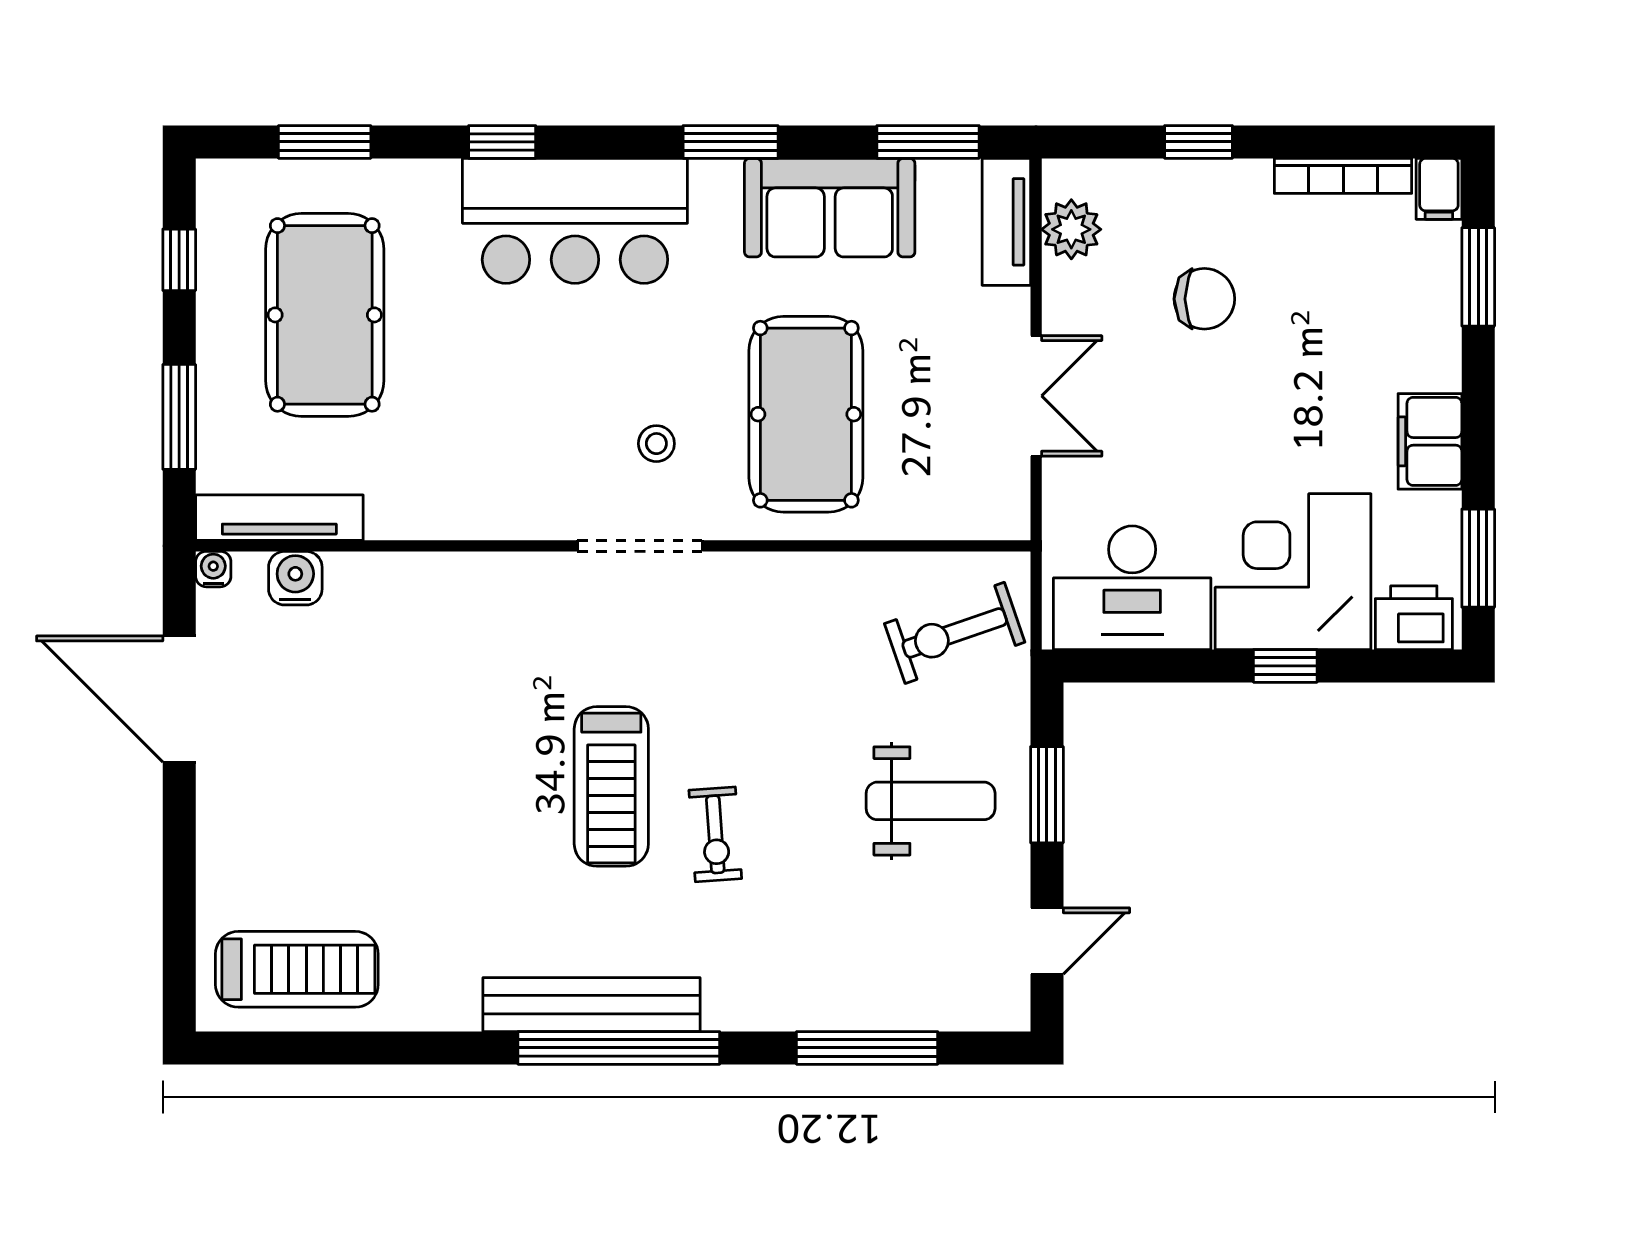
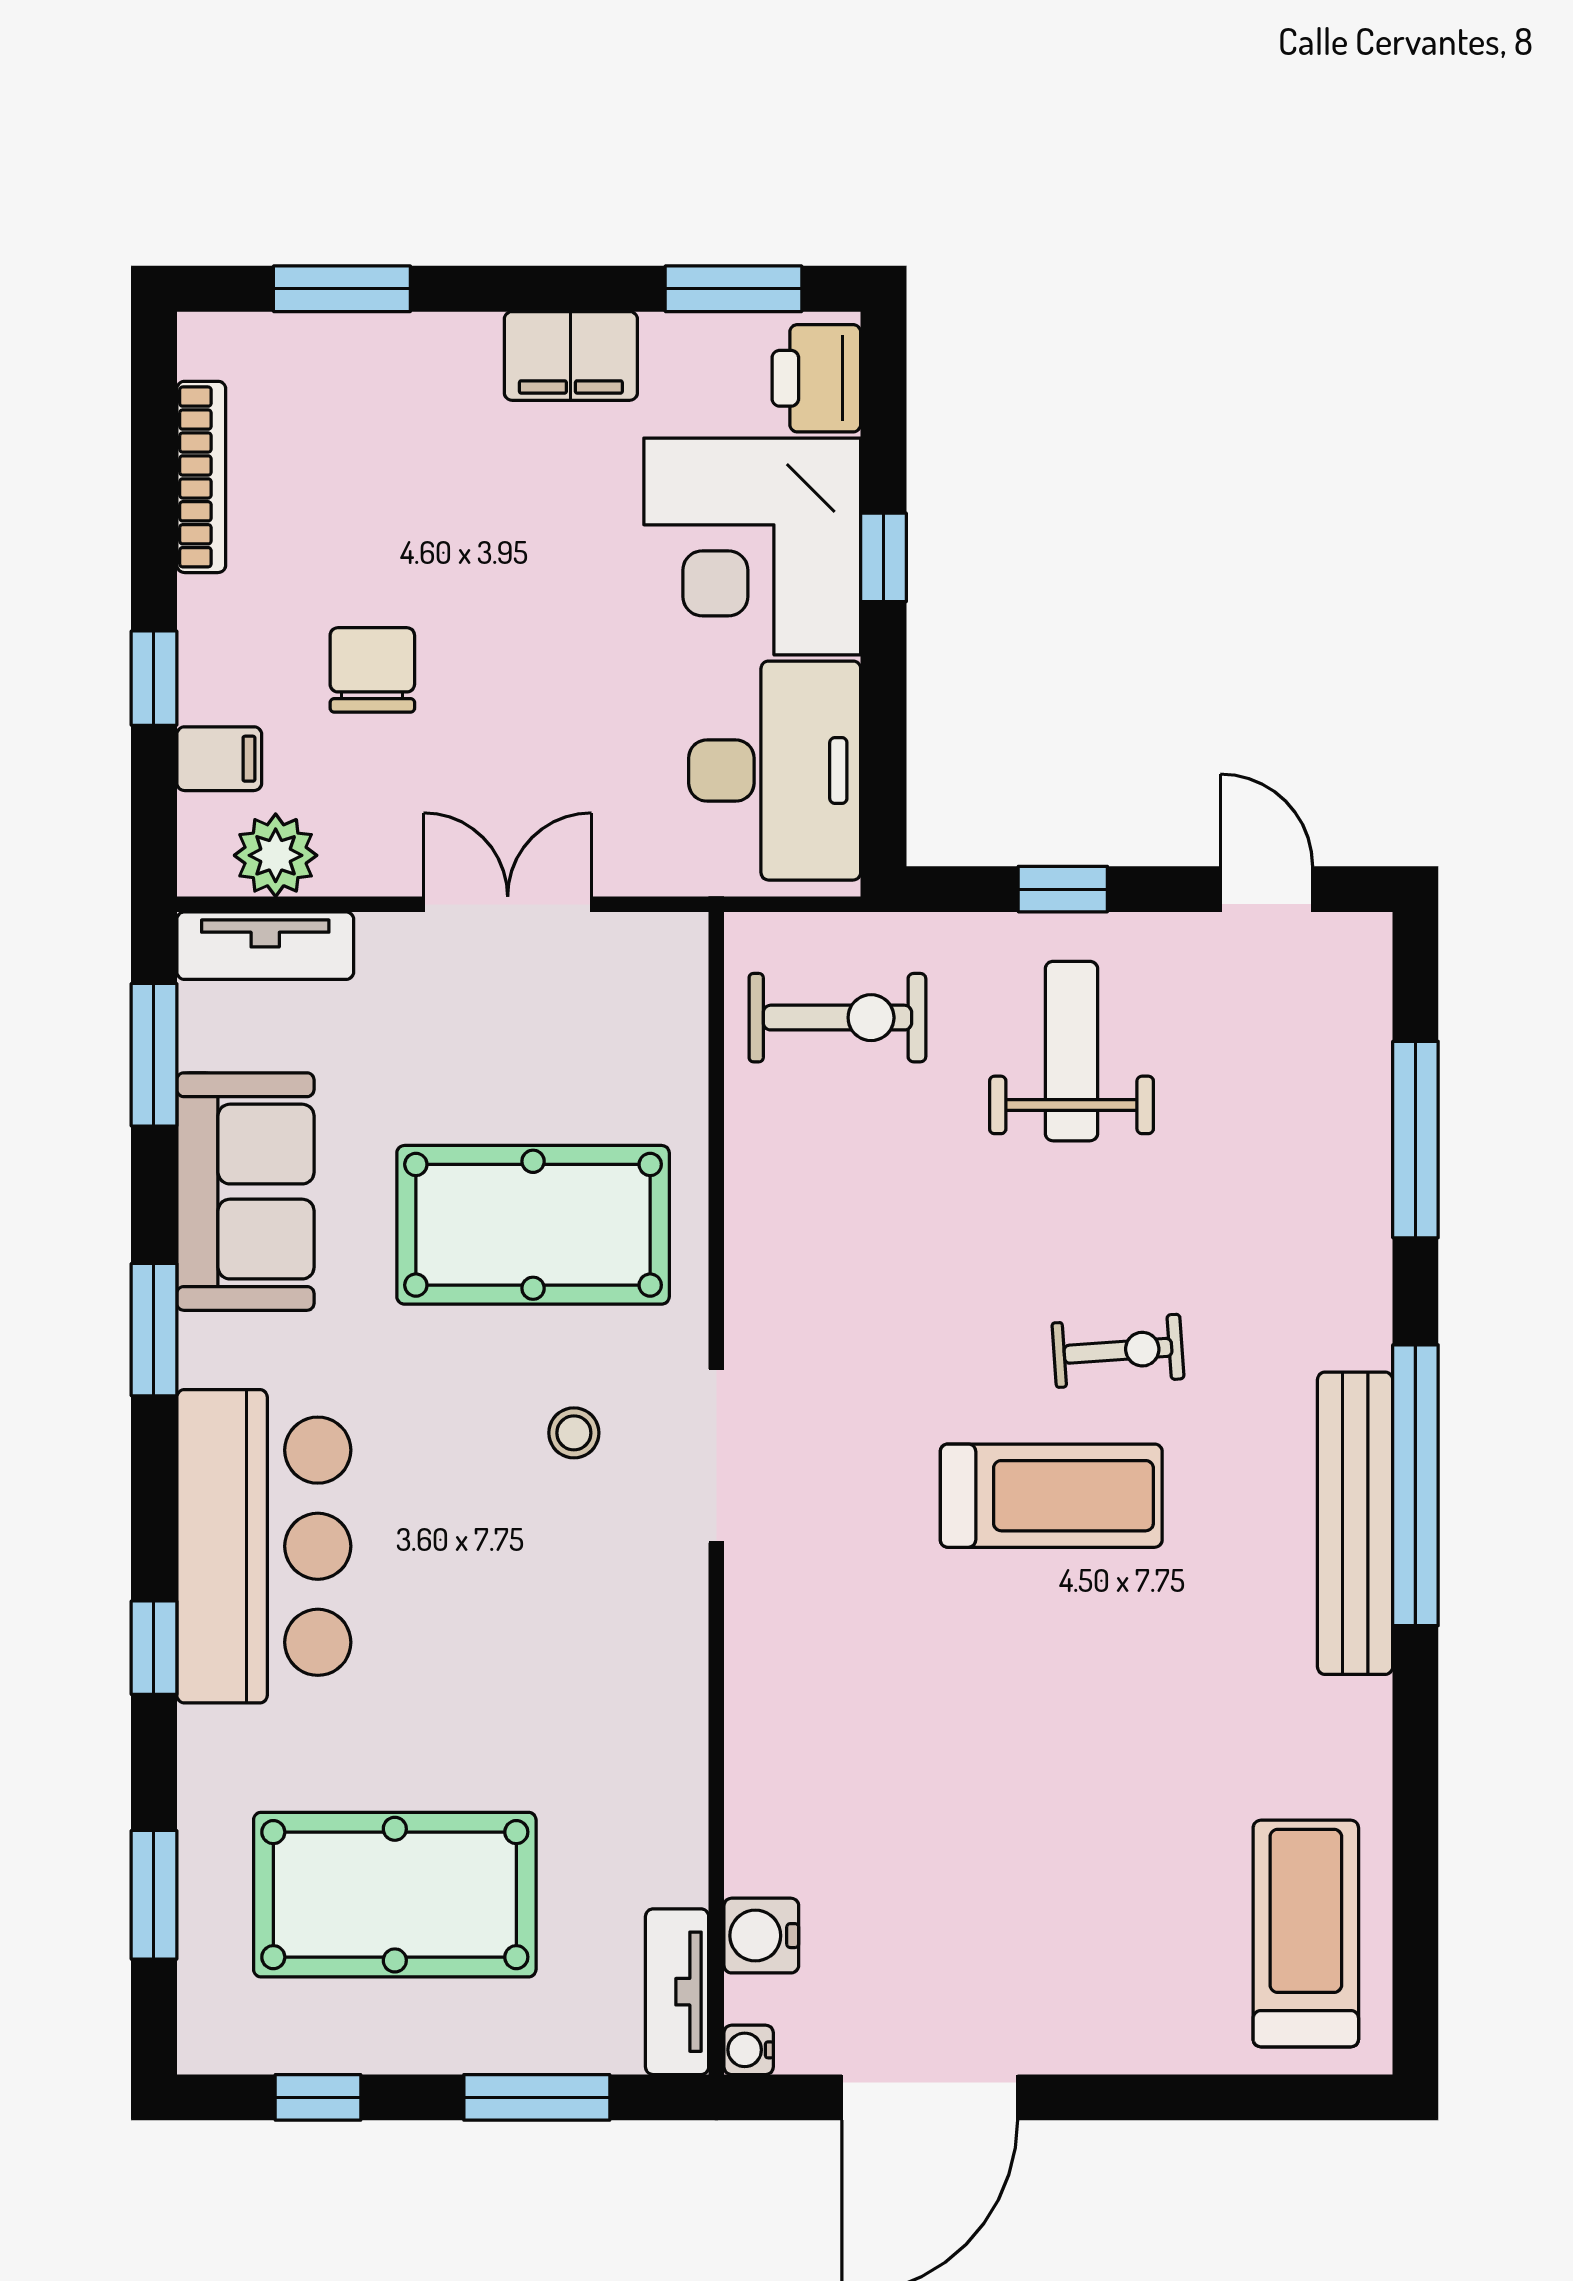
filing cabinet: (1439, 189) -> (219, 759), moved
tv unit: (279, 518) -> (677, 1992), width x0.71
exercise bike: (955, 633) -> (837, 1018), turned -71
window: (1047, 795) -> (1063, 889), width x0.67

